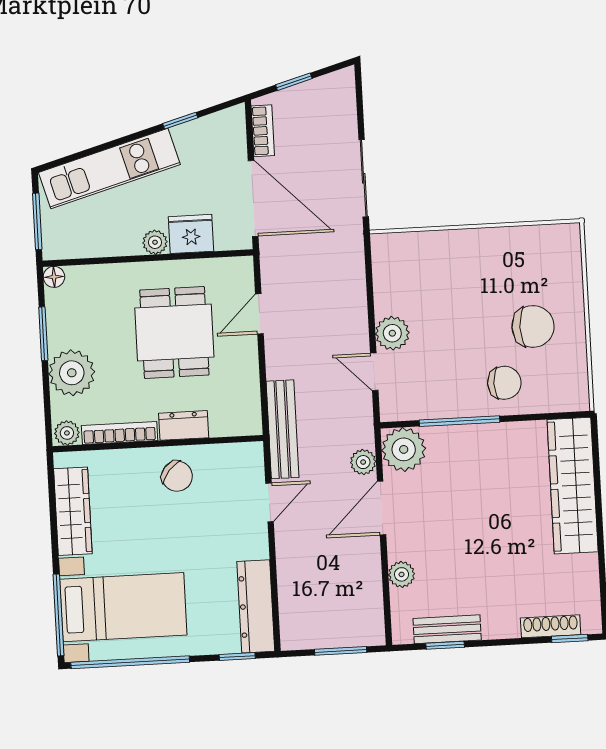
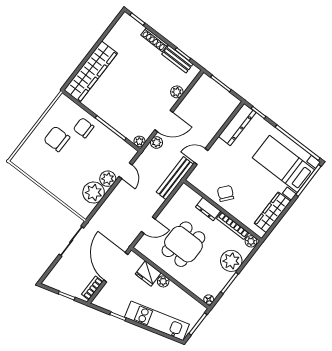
plant: (396, 290) -> (94, 192), added
plant: (404, 449) -> (139, 141), width x0.53, depth x0.53
shoe rack: (551, 626) -> (154, 40), moved

